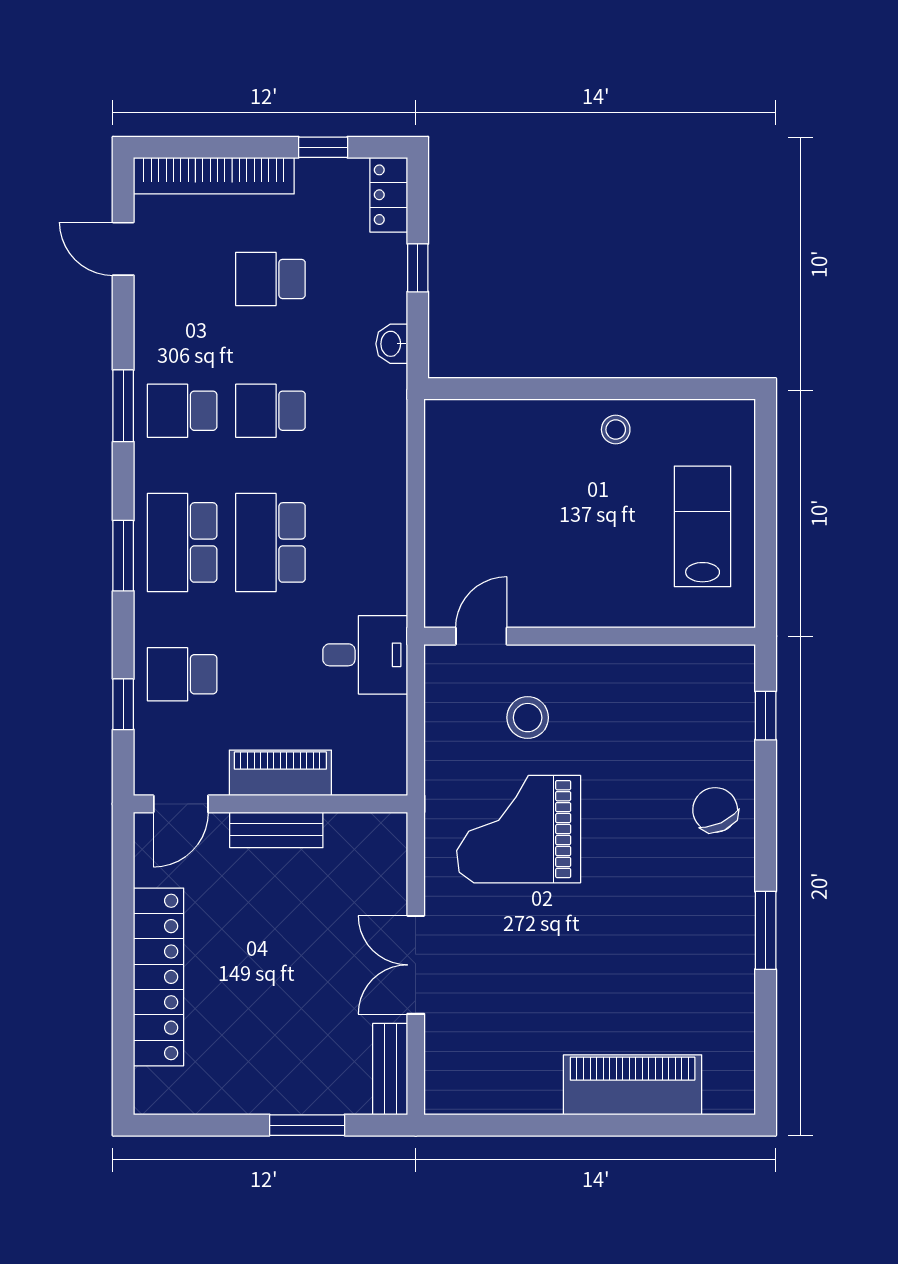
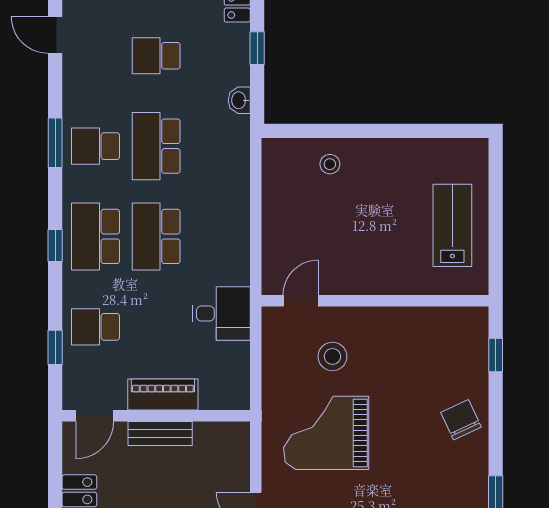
school desk: (270, 411) -> (156, 146), width x1.85
stool: (616, 430) -> (330, 164), moved
window: (123, 556) -> (55, 245), width x0.67

